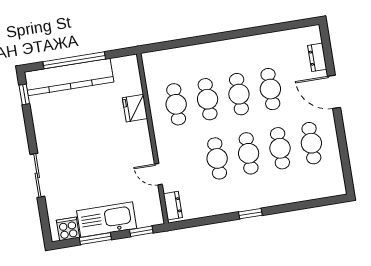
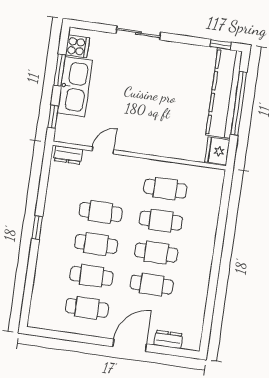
fridge: (135, 108) -> (217, 151), moved, turned -90

